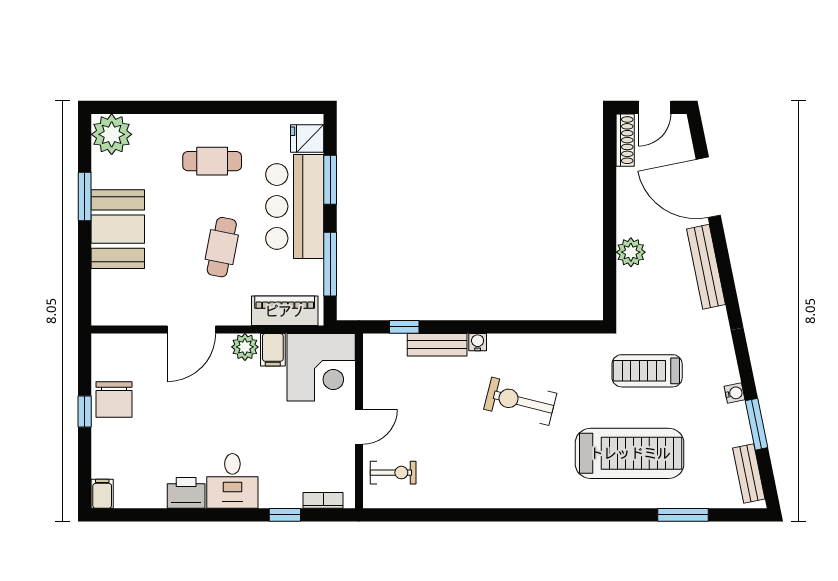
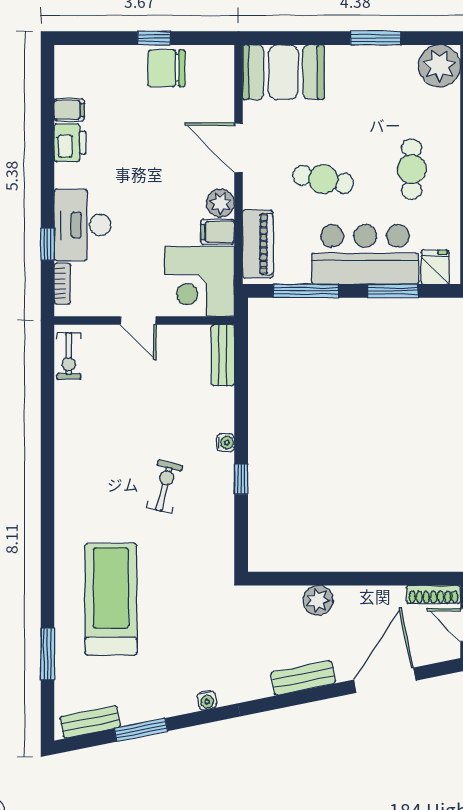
booth: (118, 229) -> (283, 72), moved
bench: (706, 267) -> (303, 678), width x0.73
window: (404, 327) -> (241, 479), moved
bench: (437, 345) -> (223, 355), moved
treadmill: (647, 371) -> (196, 617), removed
water cooler: (734, 393) -> (207, 700), moved
exercise bike: (520, 401) -> (165, 487), width x0.73, depth x0.72
treadmill: (630, 453) -> (111, 599), turned 180
exercise bike: (393, 473) -> (69, 356), moved
desk: (232, 481) -> (82, 225), moved, width x1.37
filing cabinet: (102, 494) -> (69, 110), moved

